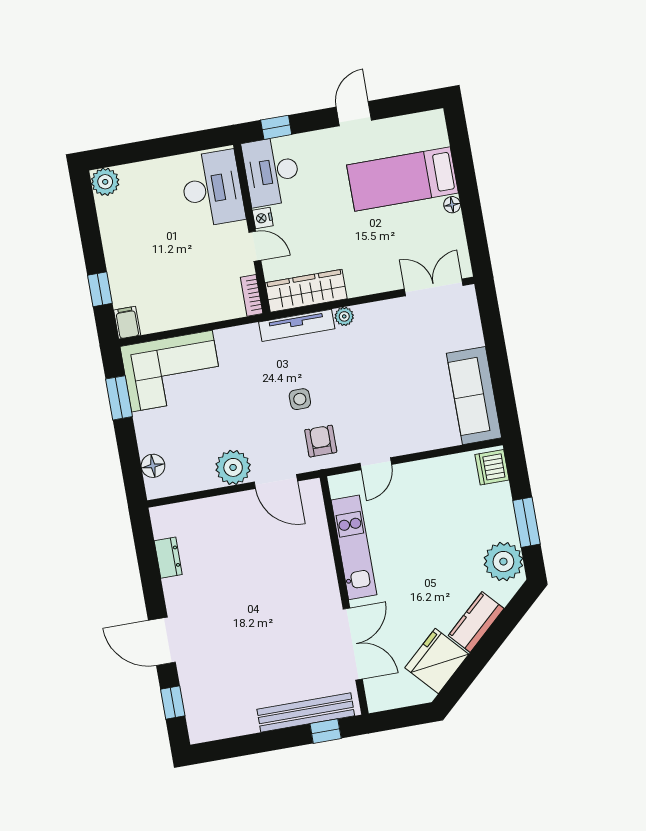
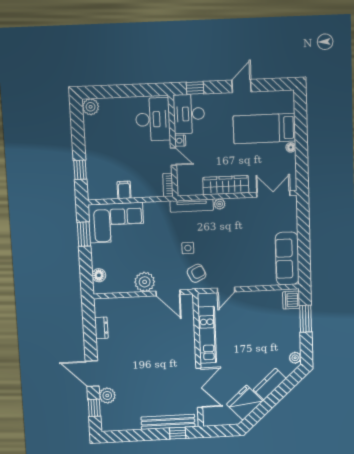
wardrobe: (306, 291) -> (226, 185), moved
filing cabinet: (127, 323) -> (124, 190), moved
armchair: (321, 441) -> (197, 273), turned 64
window: (527, 522) -> (306, 319), moved
plant: (503, 562) -> (295, 358), width x0.53, depth x0.53
plant: (193, 677) -> (107, 395), added

